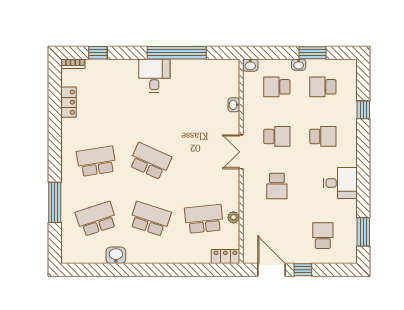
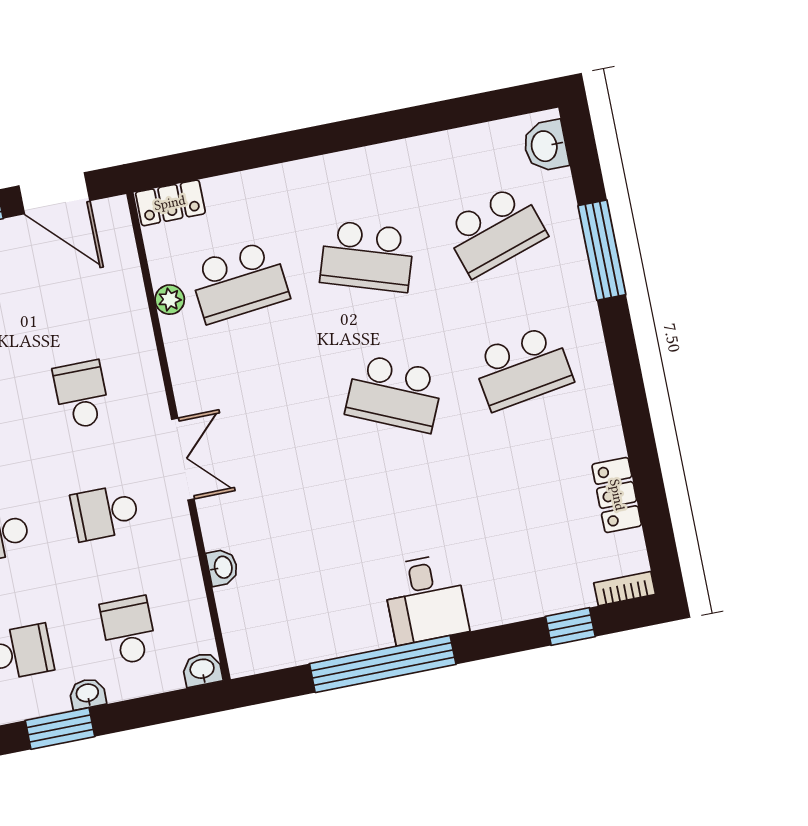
school desk: (277, 87) -> (129, 630), turned -90
washbasin: (116, 255) -> (545, 146), moved, turned 90

